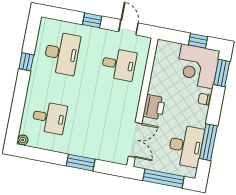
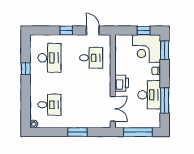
desk: (186, 146) -> (149, 95), moved

